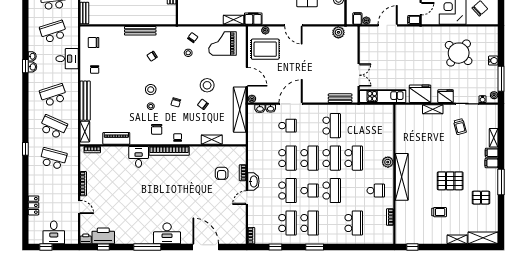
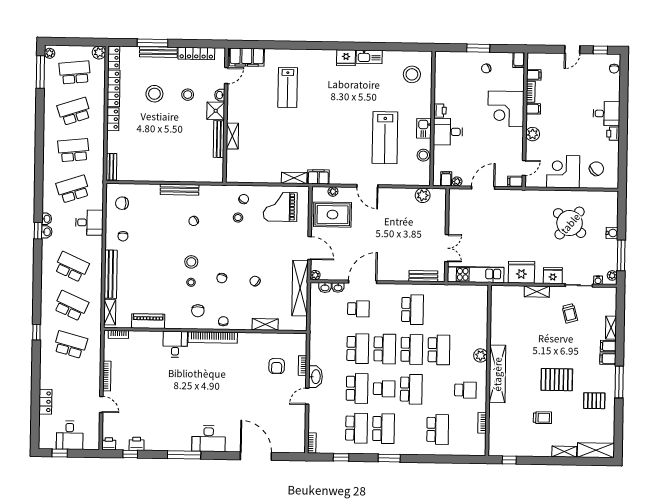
stool: (207, 85) -> (261, 258), removed
school desk: (53, 95) -> (72, 267), turned 42
printer: (103, 236) -> (137, 444), width x0.53, depth x0.68

